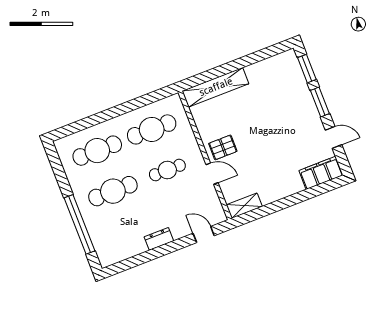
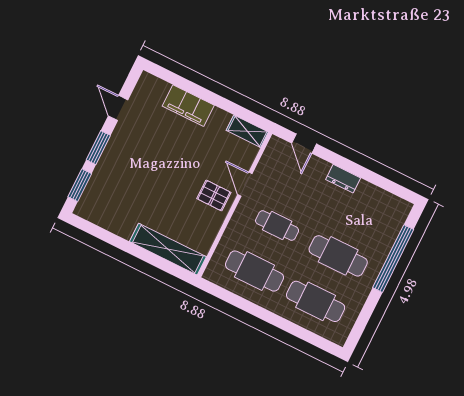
filing cabinet: (321, 173) -> (188, 106), moved

